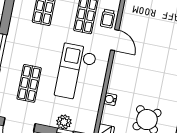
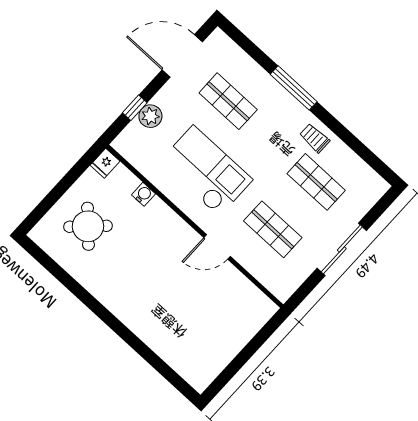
trolley: (108, 19) -> (315, 138), moved

